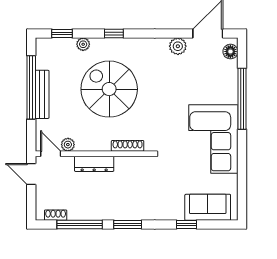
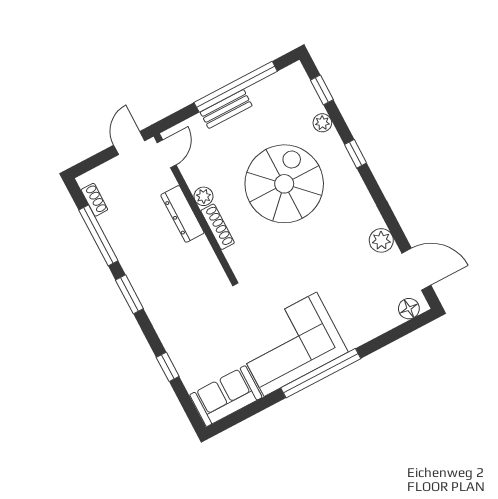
bench: (42, 94) -> (226, 109), width x0.73
window: (242, 99) -> (321, 373), moved
plant: (68, 145) -> (203, 196), moved
shoe rack: (128, 146) -> (218, 227), moved
sofa: (208, 207) -> (226, 396), moved, turned -90

